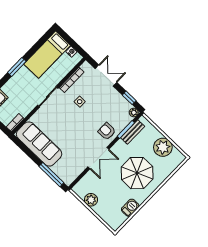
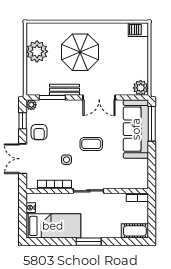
coffee table: (75, 126) -> (91, 144), added
armchair: (107, 131) -> (39, 132), moved
bench: (133, 132) -> (65, 90), moved
sofa: (39, 144) -> (136, 129), moved
double door: (98, 158) -> (99, 97), swing flipped
plant: (91, 200) -> (141, 88), moved
barbecue: (130, 208) -> (138, 30), moved

